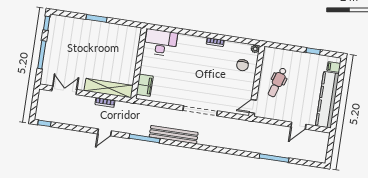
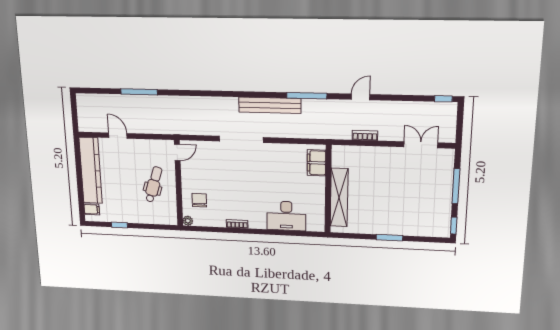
desk: (161, 43) -> (286, 216), moved
shelving: (109, 88) -> (339, 197), moved, turned 90
double door: (64, 90) -> (421, 145), swing flipped
door: (298, 126) -> (118, 136), hinge flipped

